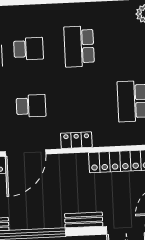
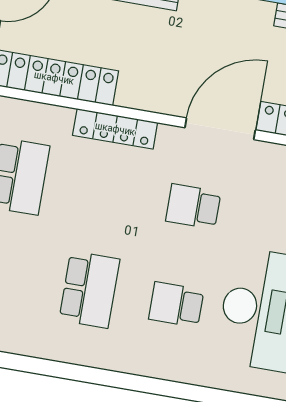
locker: (76, 140) -> (115, 129), width x1.53

